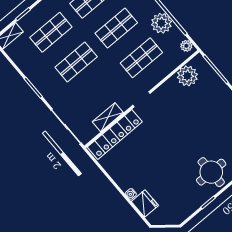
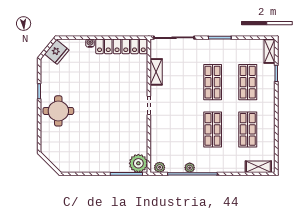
plant: (161, 23) -> (190, 168), width x0.53, depth x0.53
shop shelf: (141, 58) -> (177, 129), removed
plant: (187, 76) -> (138, 163), moved
locker: (115, 134) -> (121, 46), moved, turned -90
fridge: (145, 203) -> (57, 52), moved, turned -51

